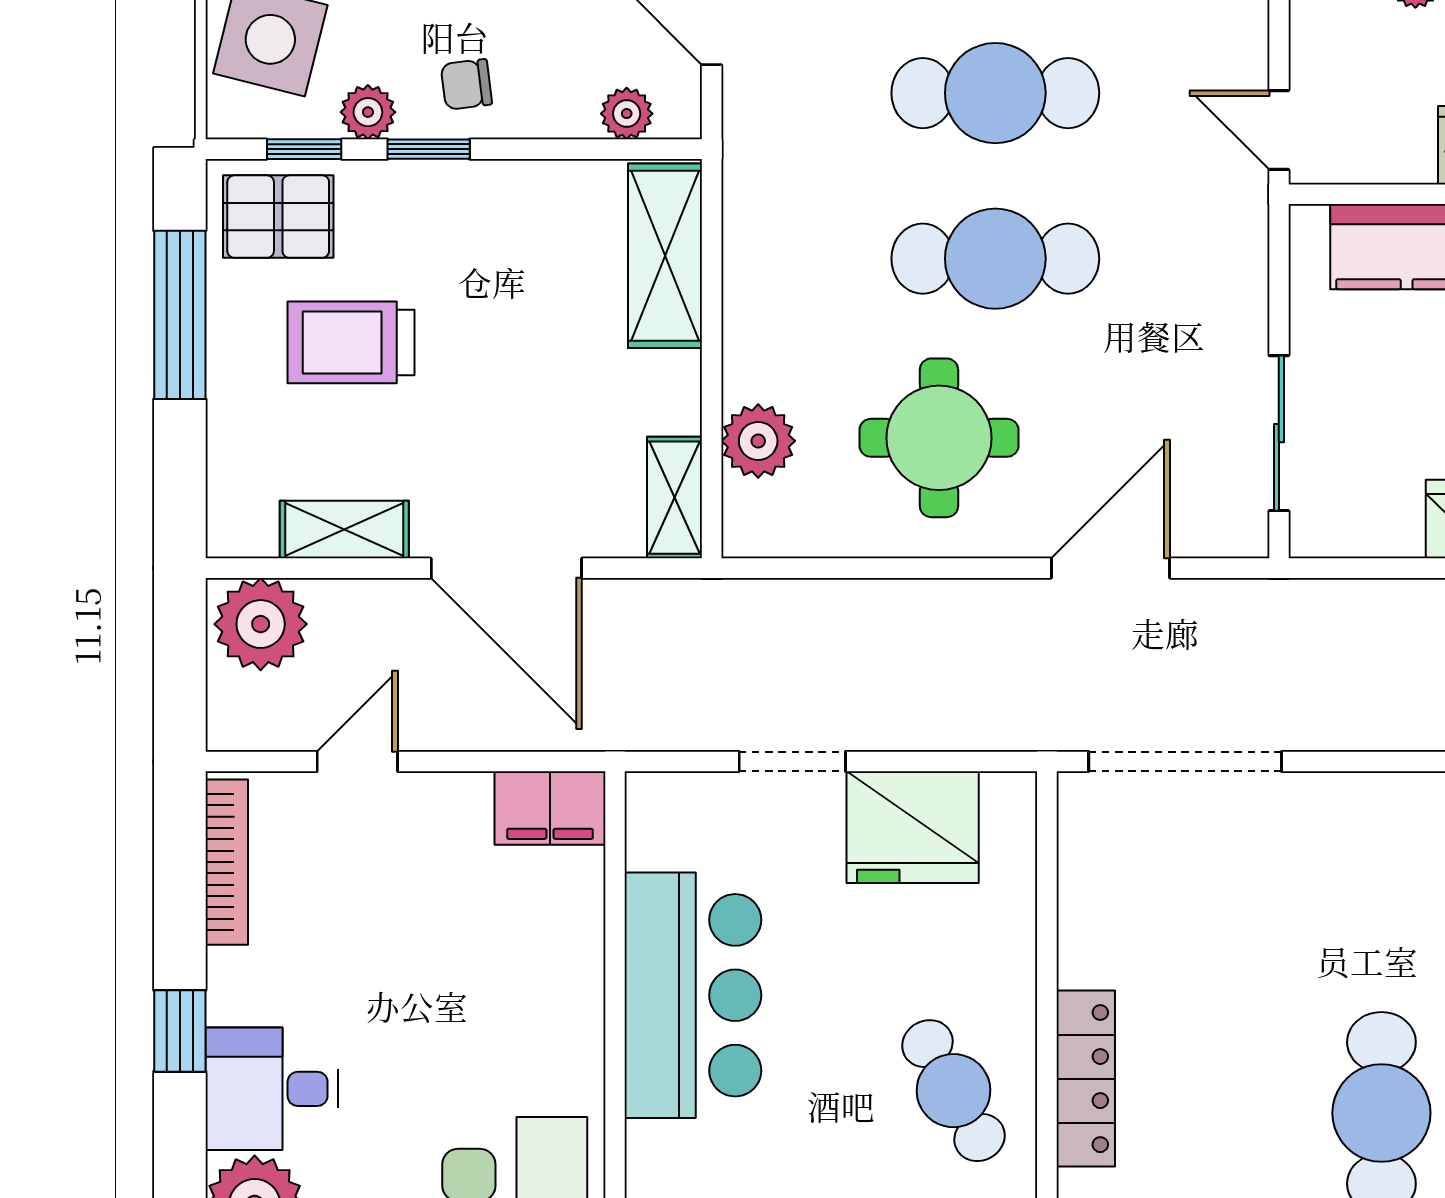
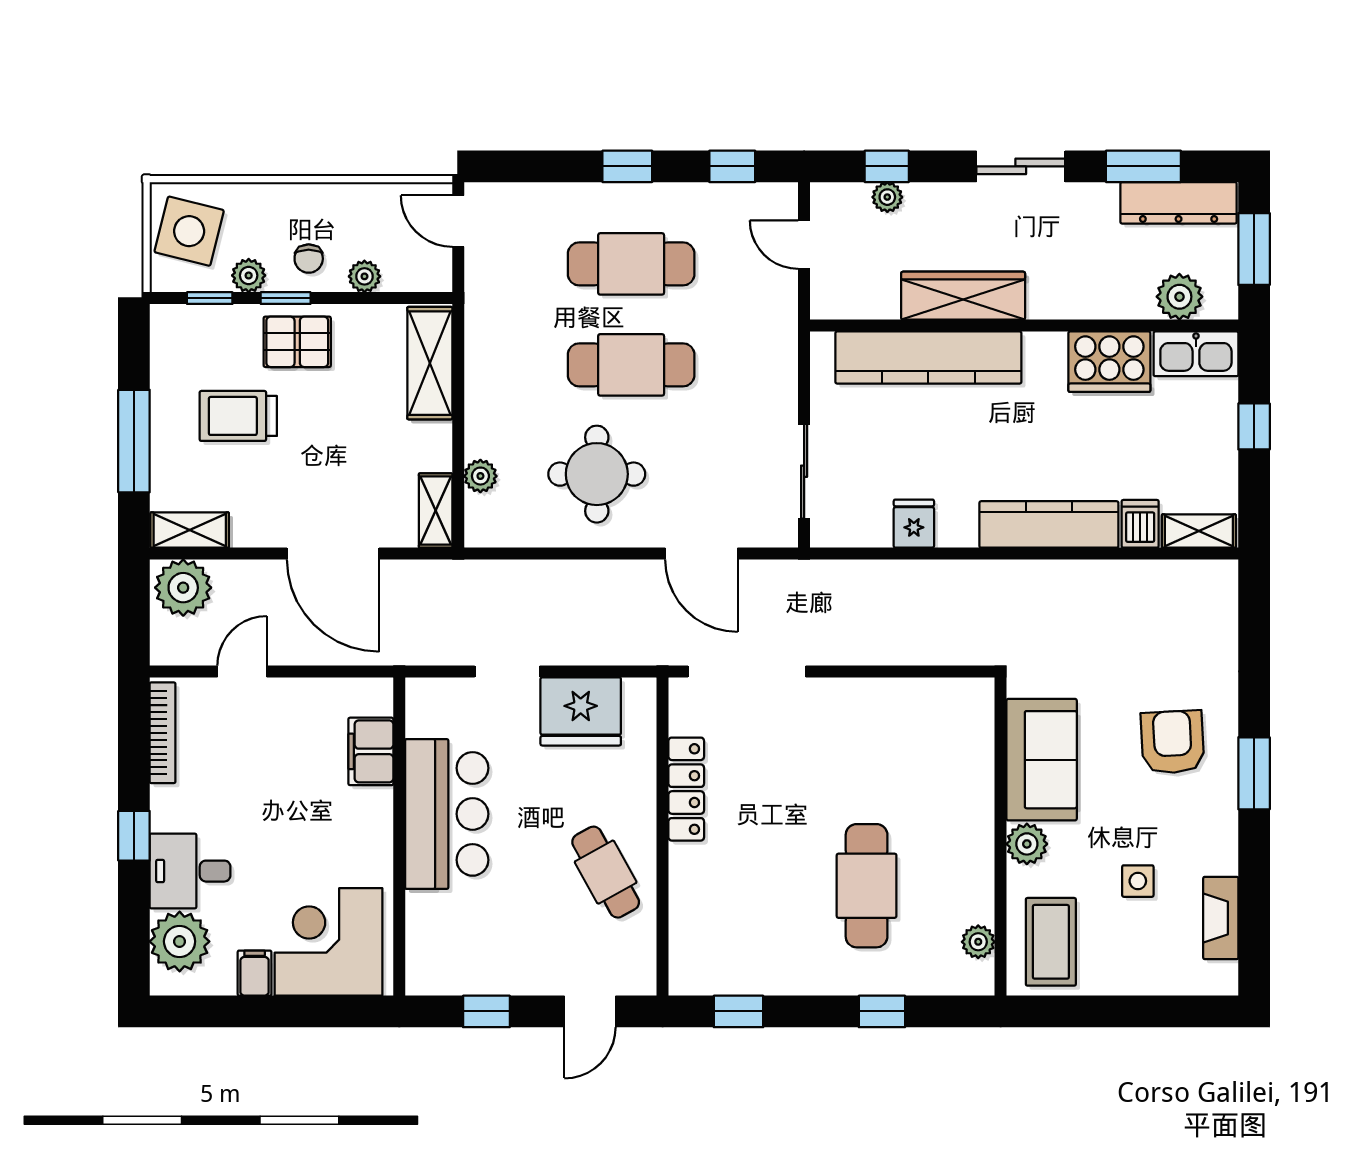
chair: (466, 84) -> (309, 259), turned -83
plant: (627, 114) -> (364, 276), moved
door: (1279, 130) -> (804, 245), moved
pallet: (278, 217) -> (297, 342), moved
window: (180, 315) -> (134, 441), moved
plant: (758, 441) -> (480, 476), width x0.73, depth x0.73
shelving: (344, 529) -> (190, 530), moved
door: (1110, 568) -> (701, 554), swing flipped
filing cabinet: (550, 808) -> (371, 751), moved, turned 90
locker: (1086, 1079) -> (686, 789), moved

